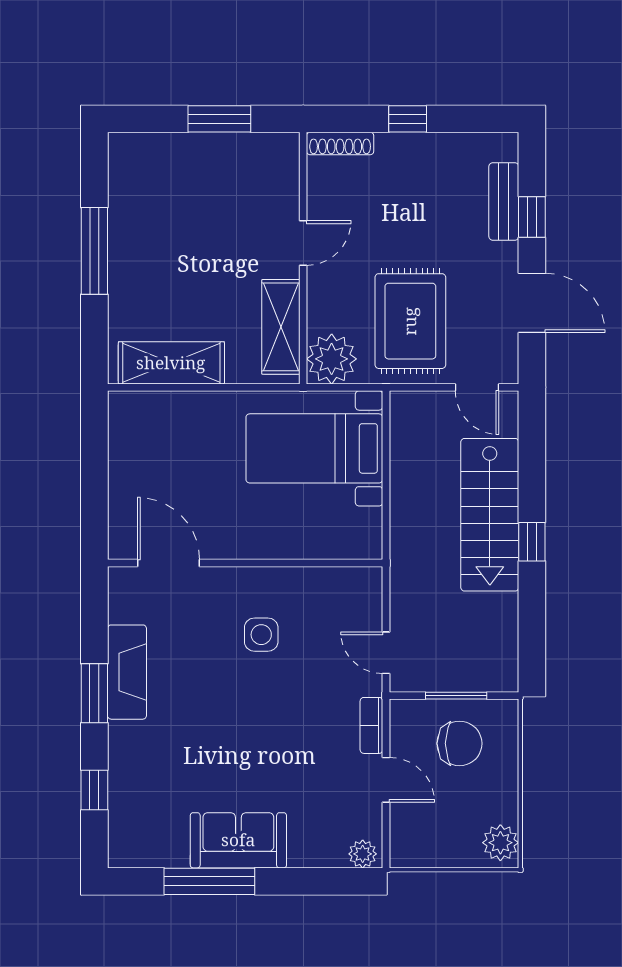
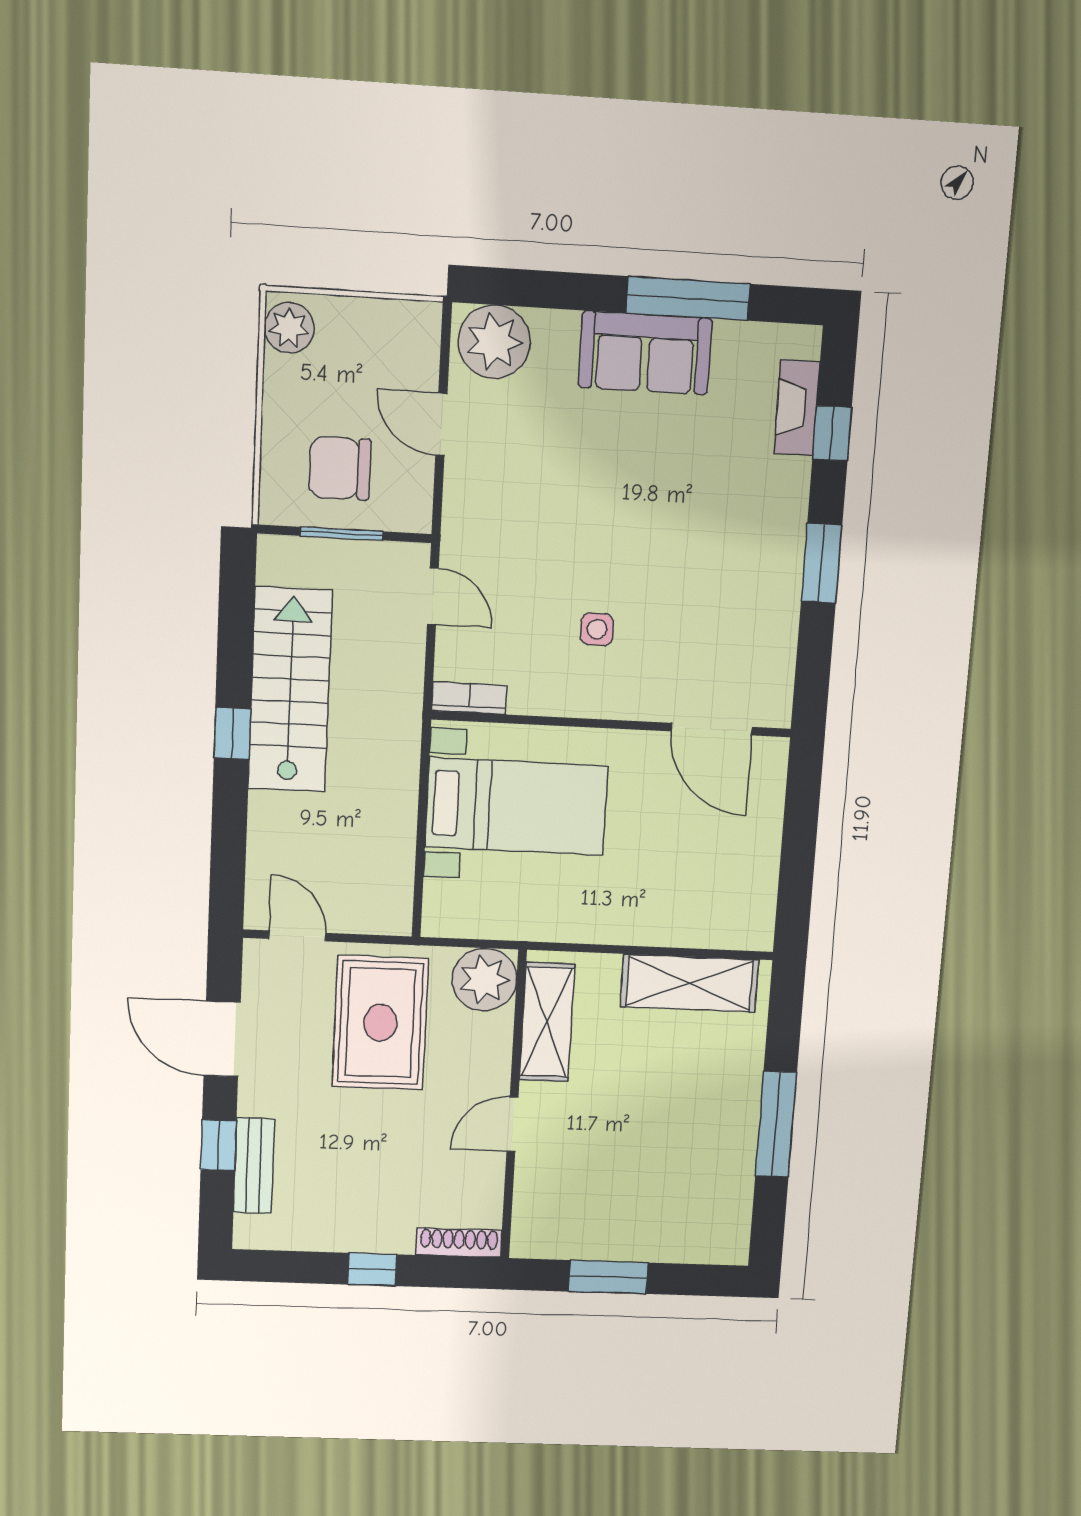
bed with nightstands: (314, 448) -> (516, 806), moved
stairs: (490, 515) -> (290, 690), moved
side table: (261, 635) -> (597, 629), width x0.73, depth x0.73
fireplace: (127, 672) -> (797, 408), moved, width x0.73, depth x0.76
bookcase: (371, 725) -> (469, 698), moved, turned -90
plant: (363, 854) -> (494, 342), width x1.87, depth x1.87

